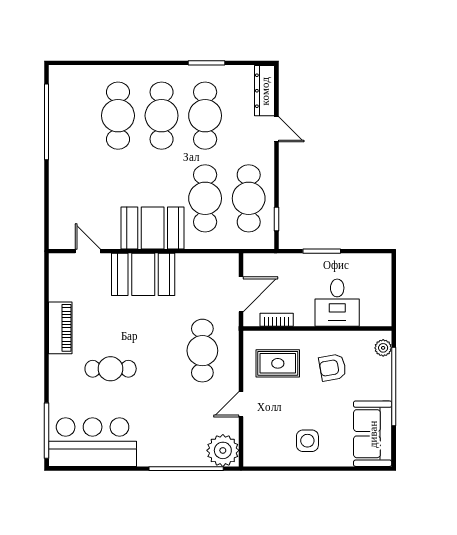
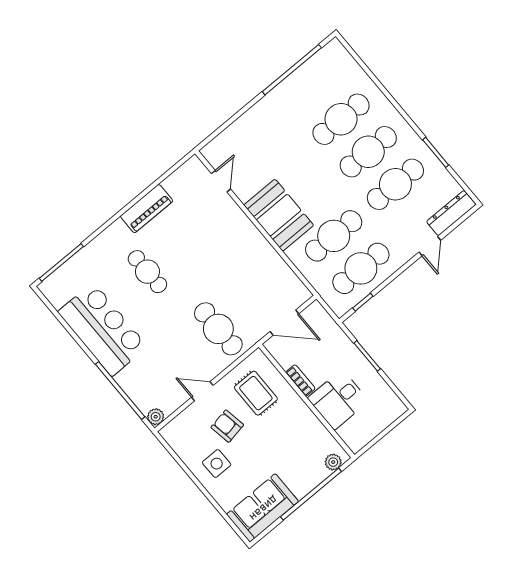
booth: (143, 274) -> (238, 237), removed
bookcase: (277, 320) -> (300, 380), moved
cafe table: (202, 351) -> (218, 329), turned 90
armchair: (333, 367) -> (227, 426), moved
bar counter: (93, 442) -> (103, 329), moved
plant: (223, 450) -> (156, 417), width x0.53, depth x0.53

